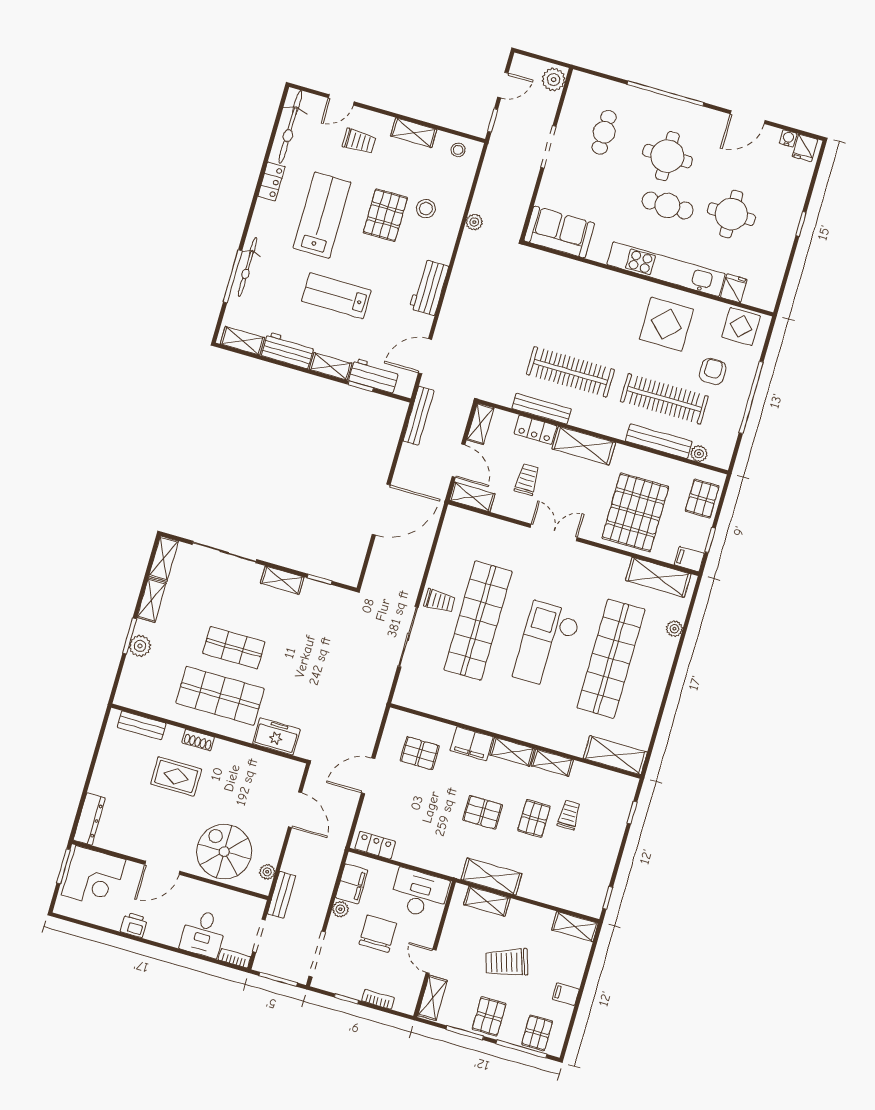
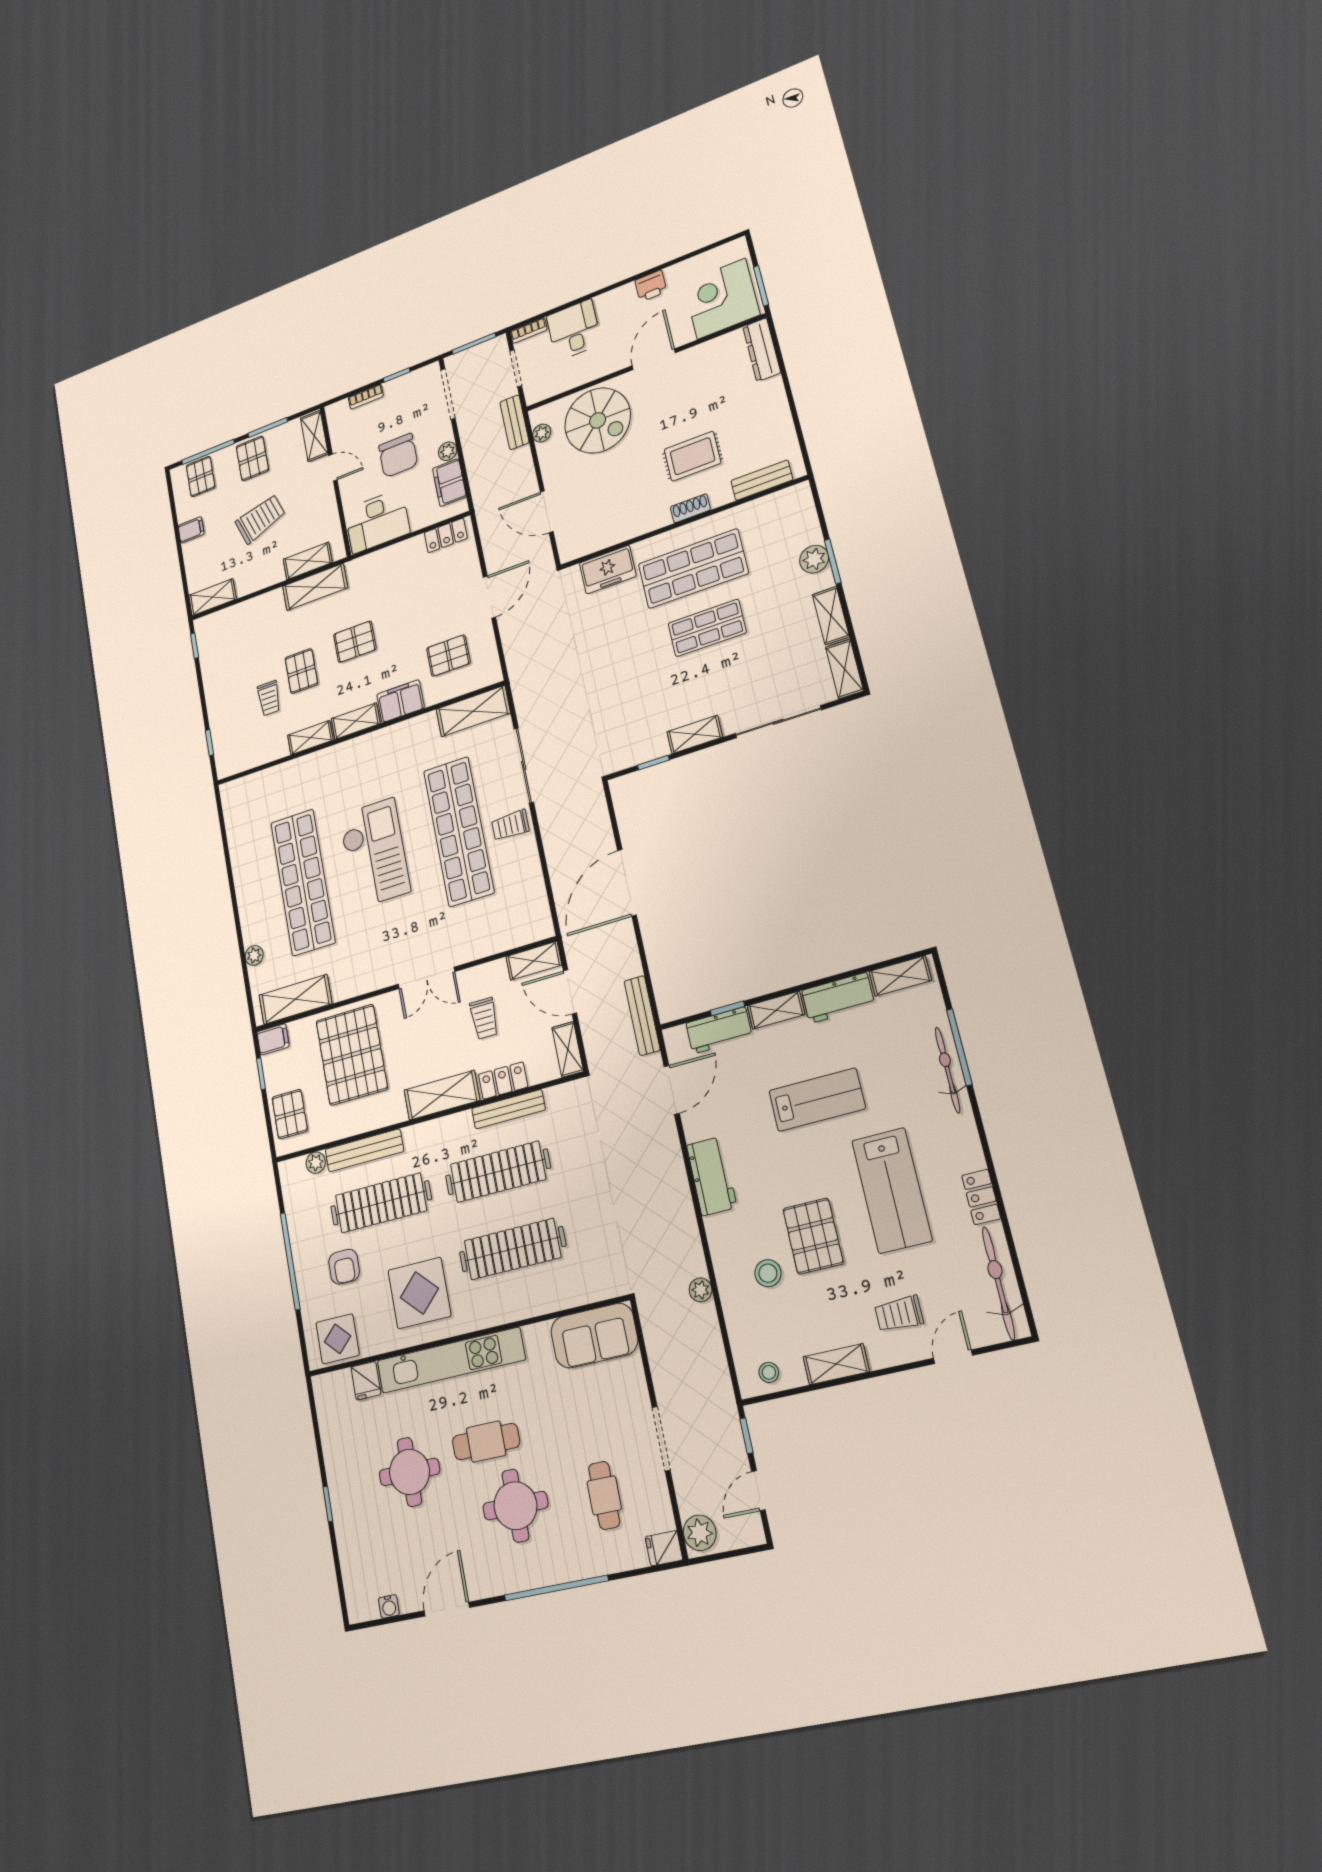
fridge: (805, 148) -> (664, 1548), moved, turned -90
clothes rail: (586, 316) -> (512, 1249), added
shelving: (615, 755) -> (473, 711), moved

